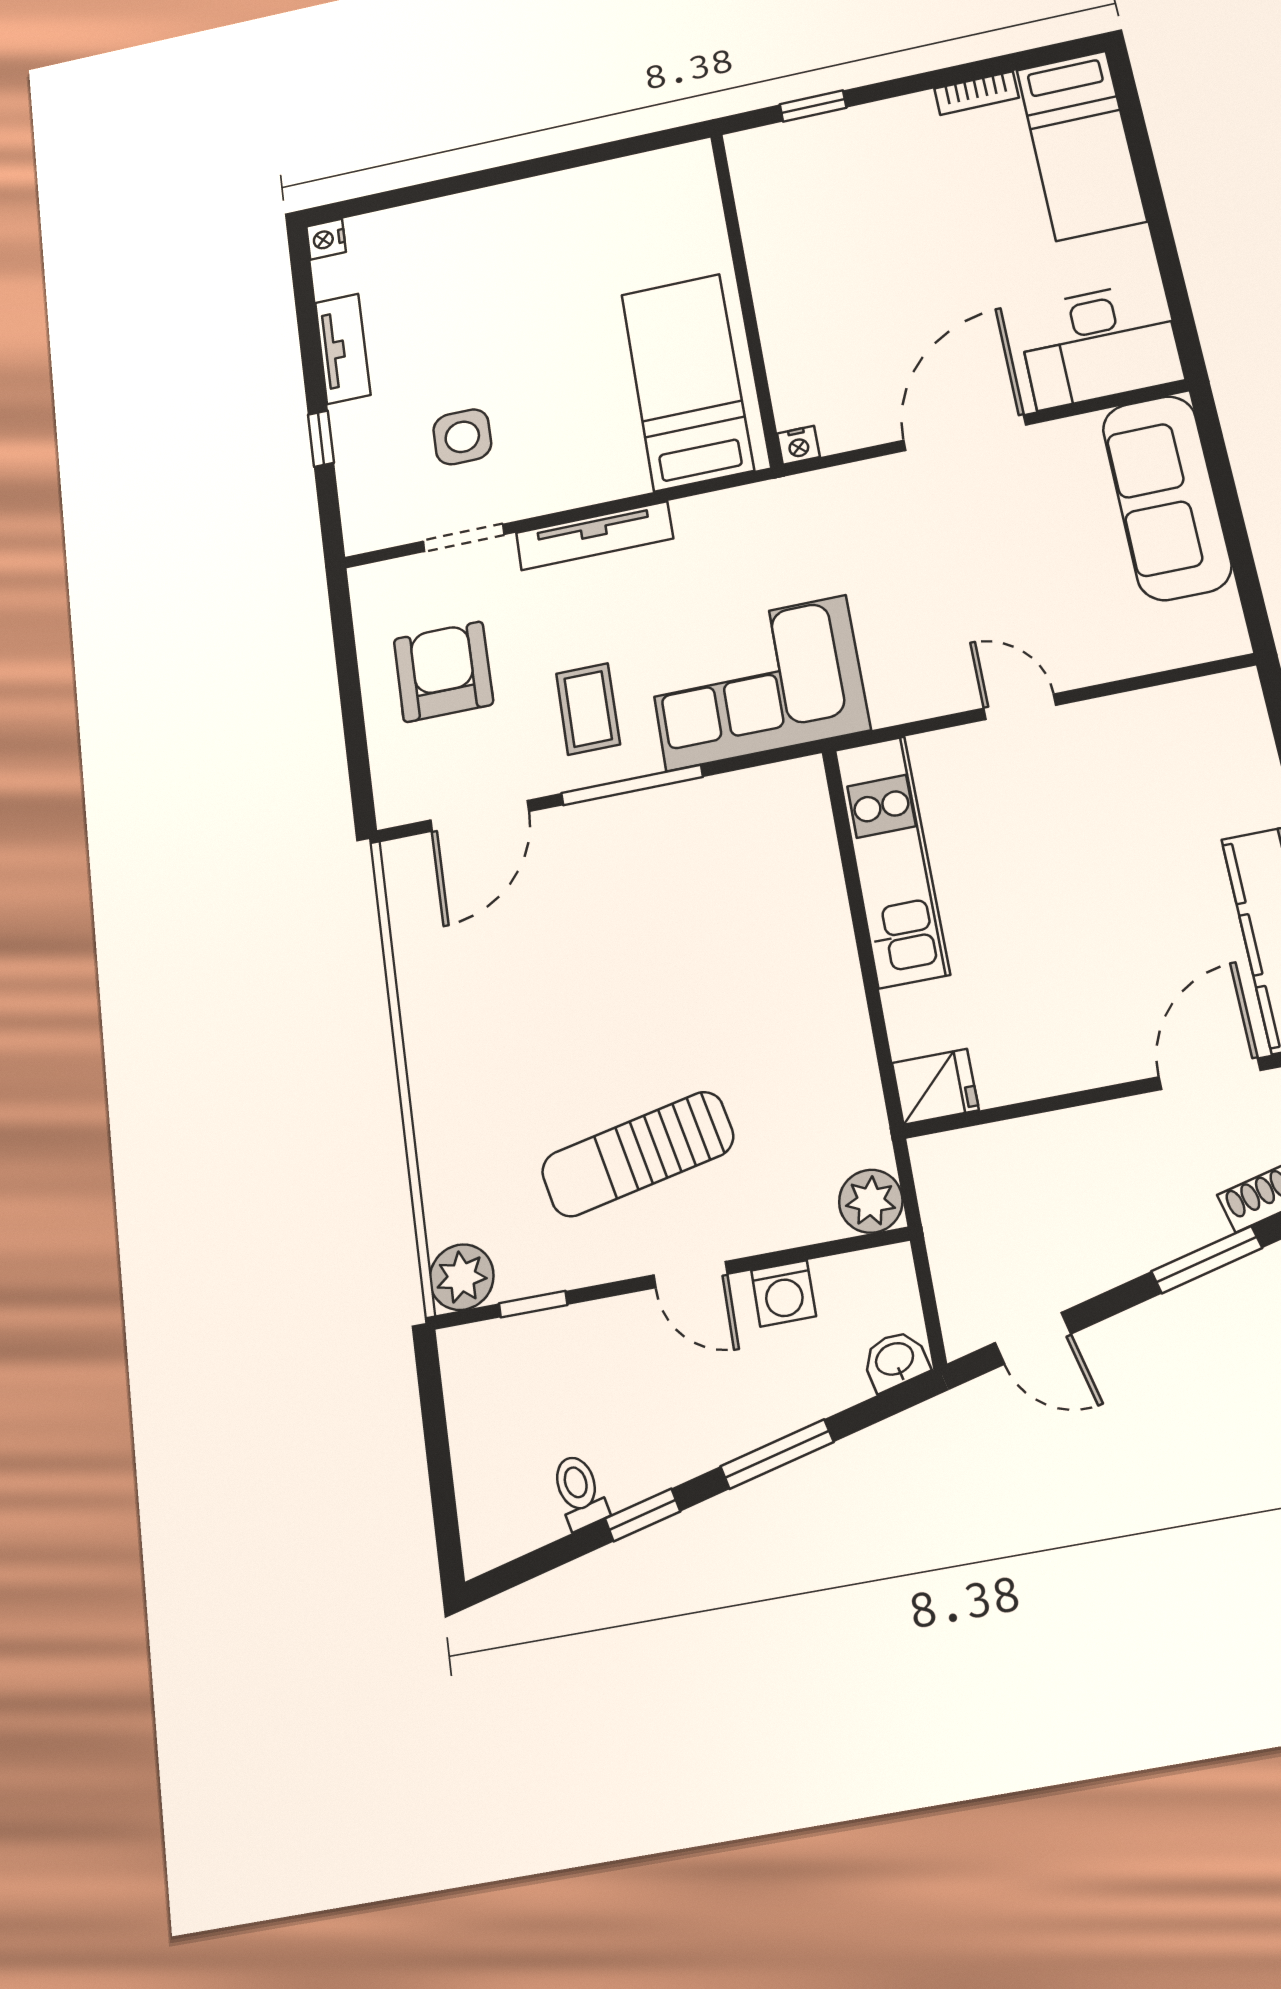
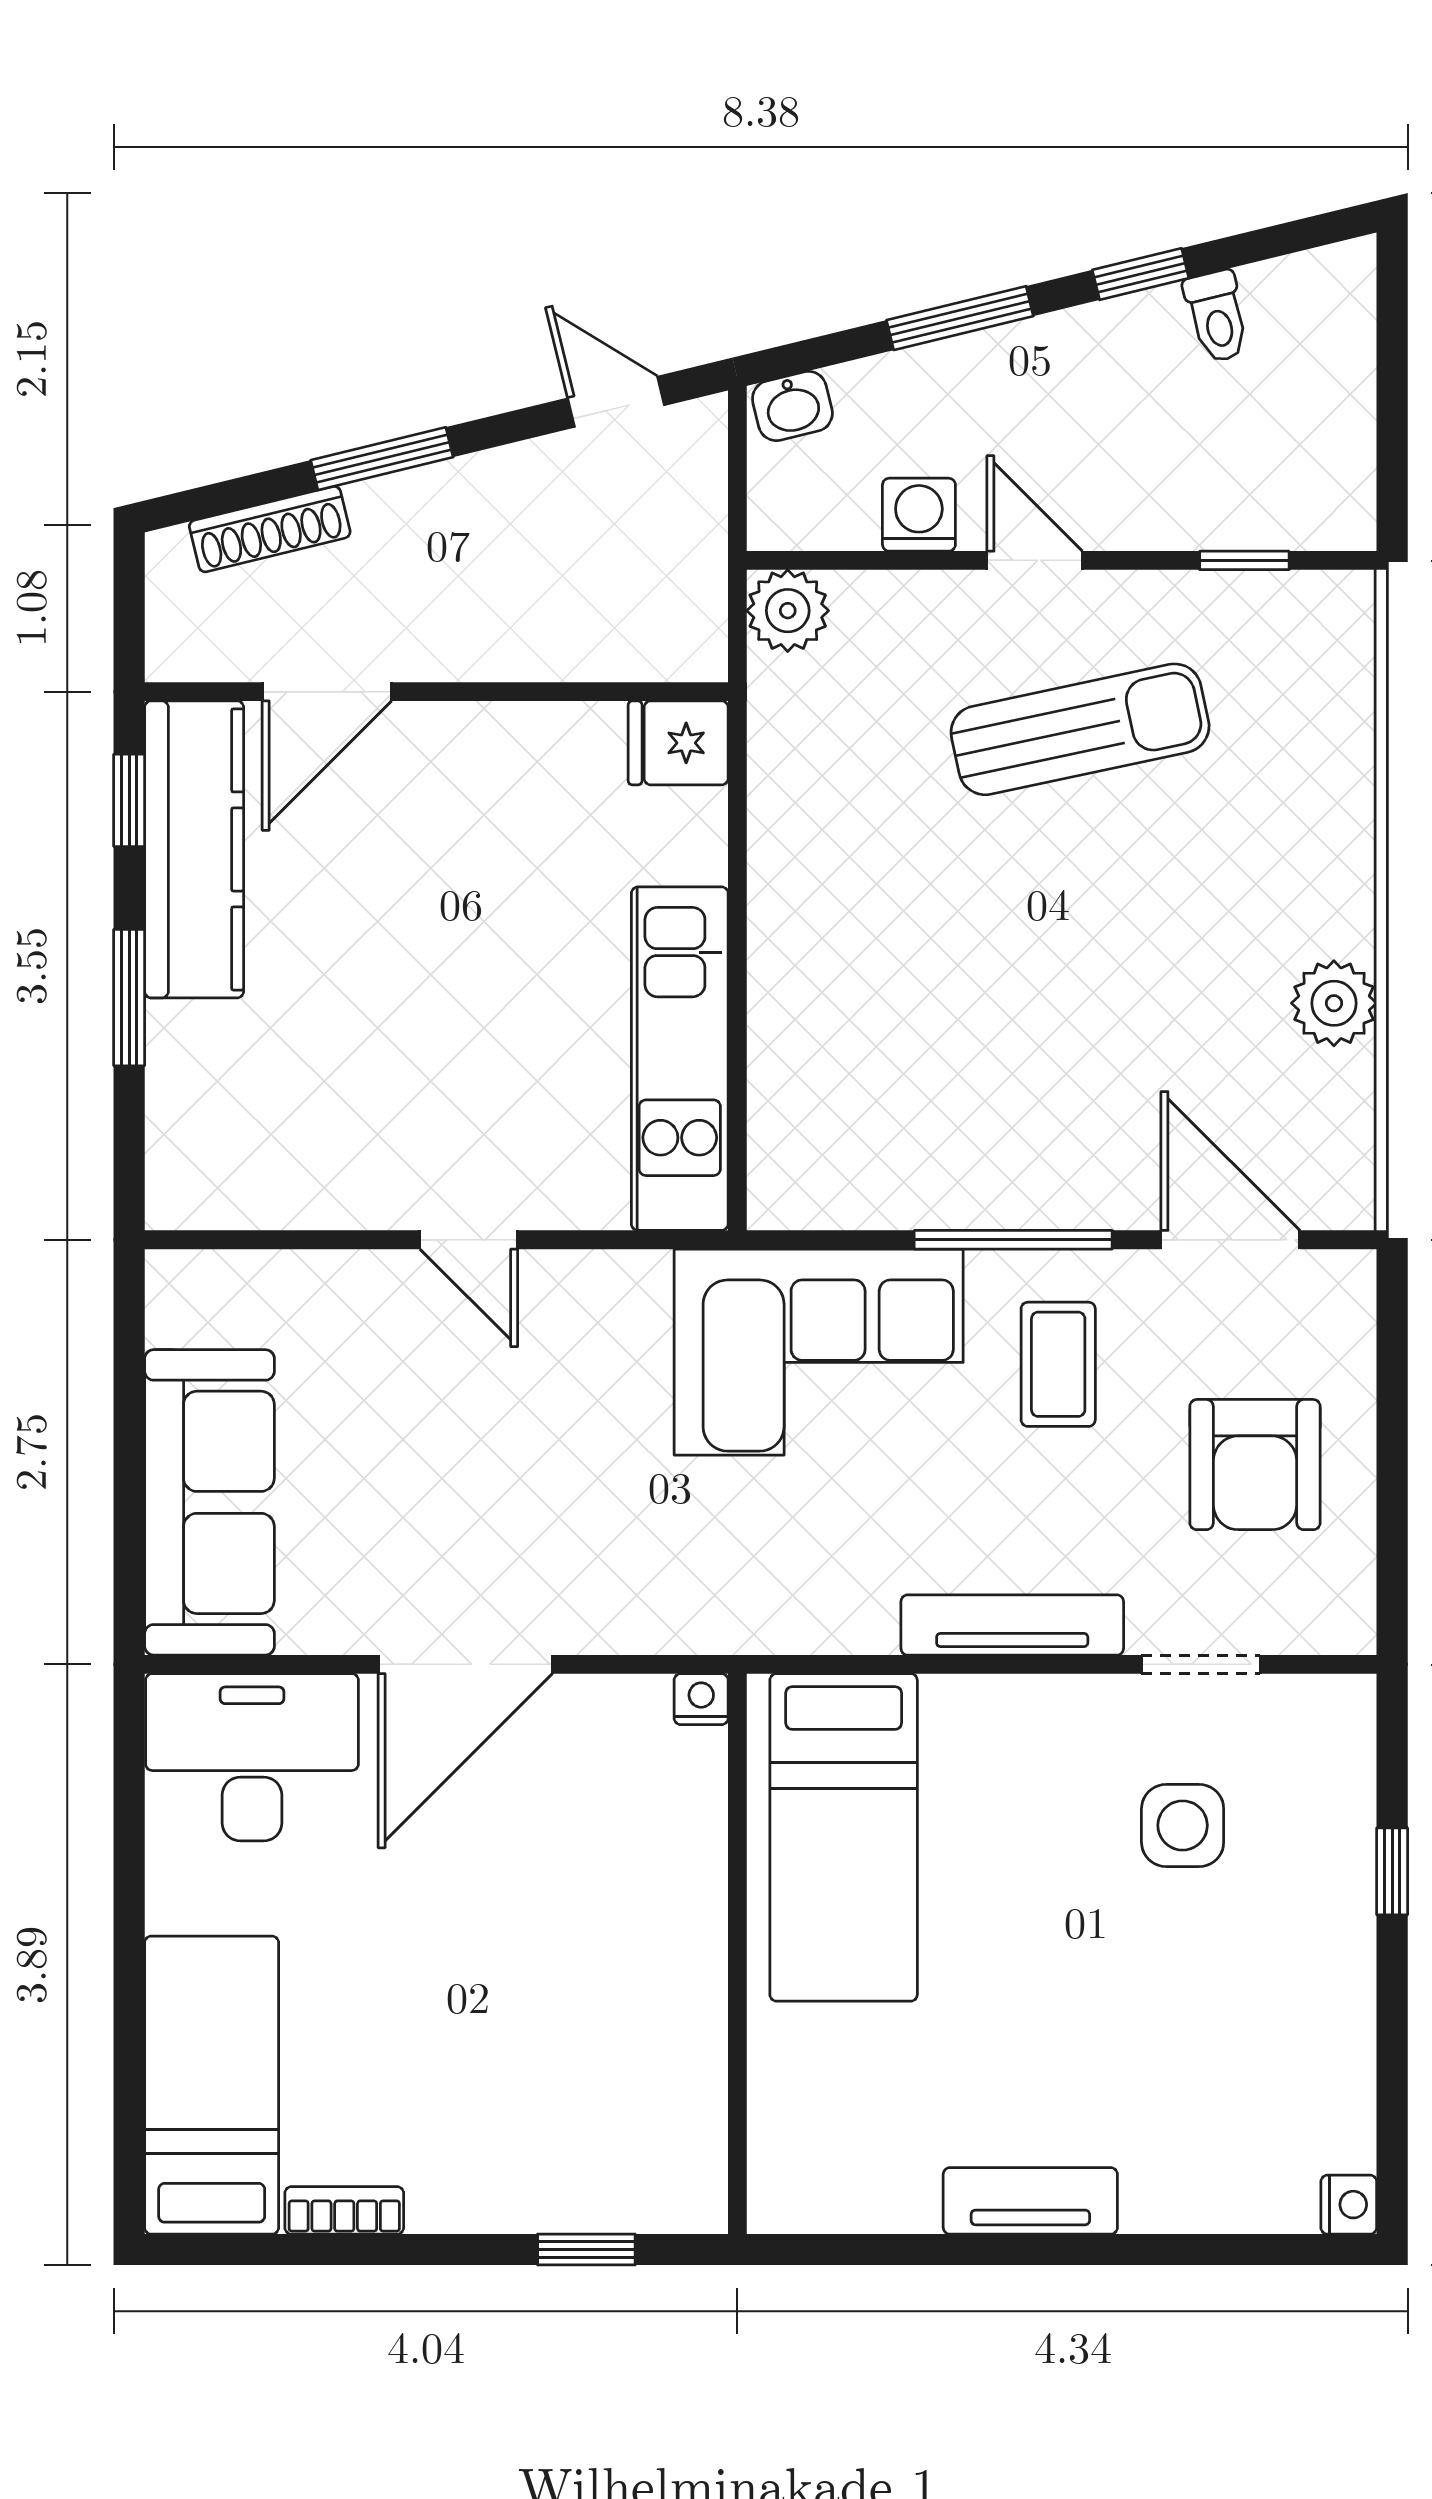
tv unit: (343, 349) -> (1030, 2201), moved, turned 90
door: (480, 816) -> (1230, 1240), hinge flipped
plant: (462, 1277) -> (1334, 1003), moved

